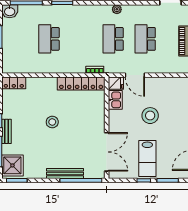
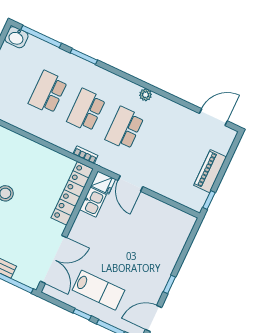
school desk: (145, 39) -> (86, 110), moved
locker: (81, 84) -> (72, 193), moved, turned 90
stool: (150, 116) -> (126, 240), removed
lab bench: (147, 158) -> (98, 290), turned -90

